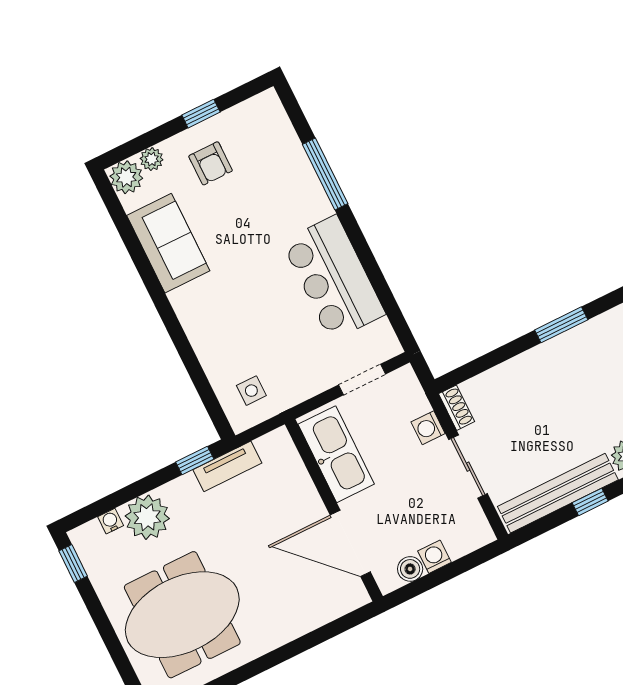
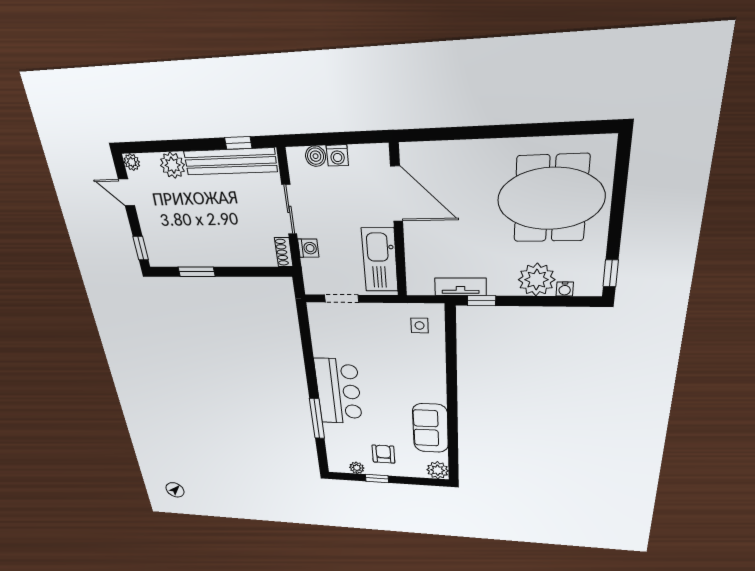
plant: (152, 159) -> (357, 468), moved
bar counter: (333, 278) -> (338, 392), moved
window: (590, 502) -> (238, 143), moved
boiler: (410, 569) -> (316, 156), moved

